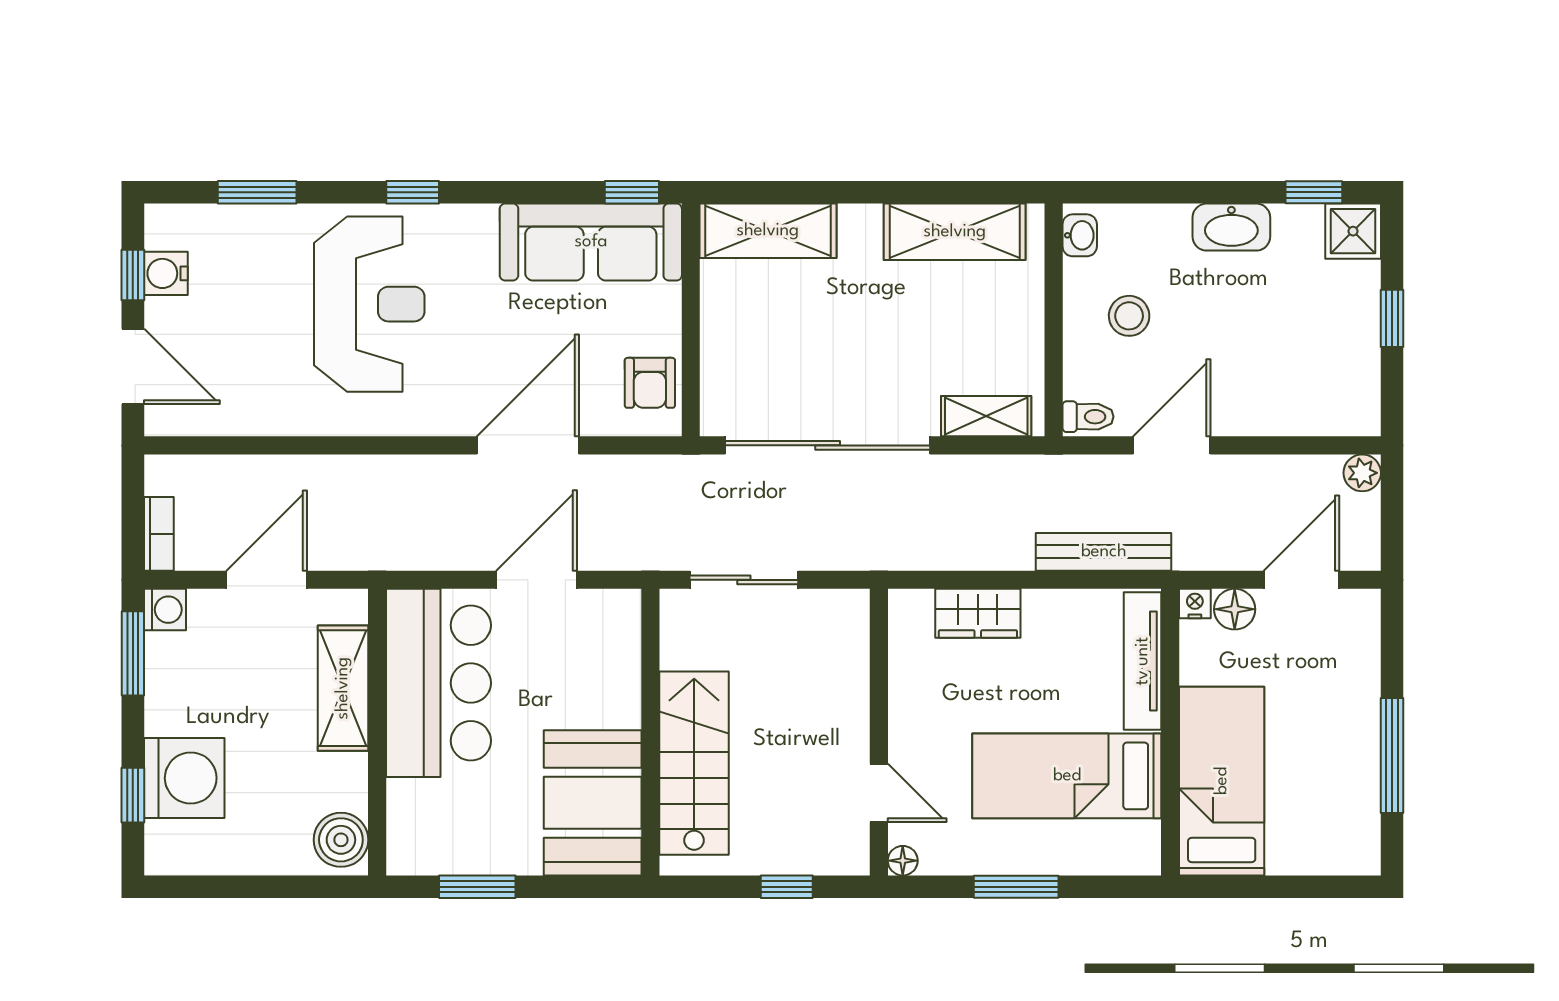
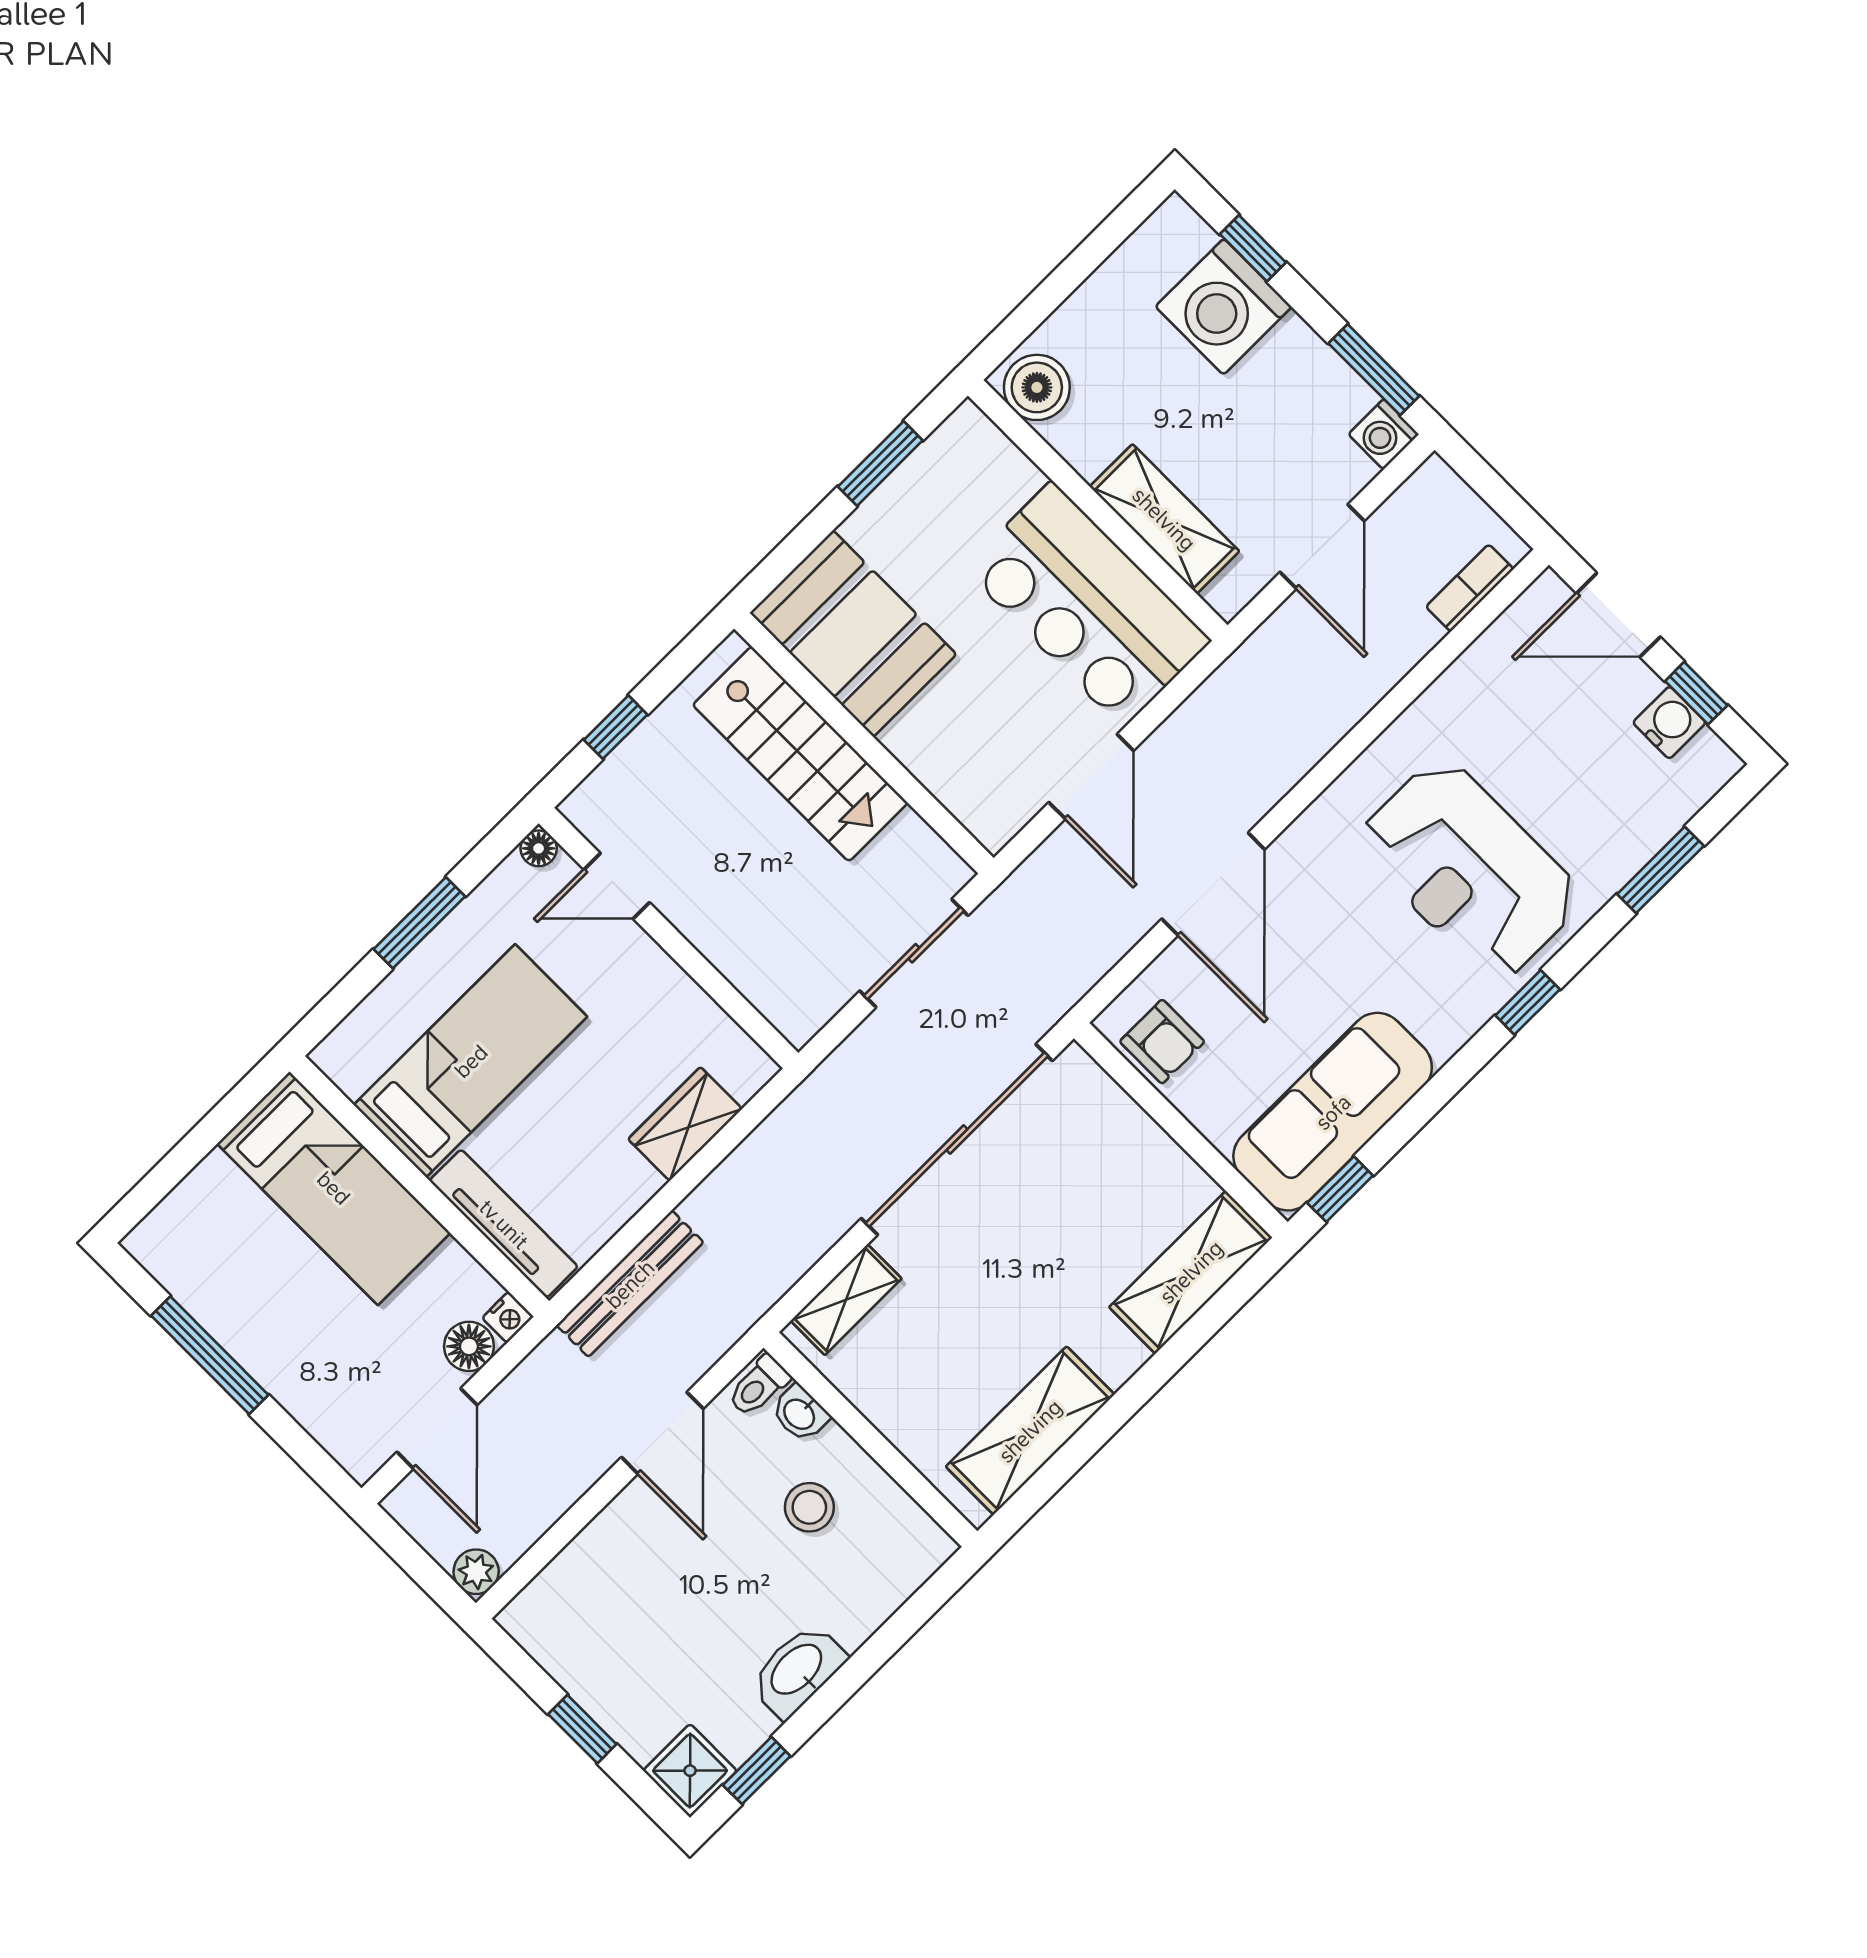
washbasin: (1080, 235) -> (800, 1413), moved
armchair: (650, 383) -> (1162, 1042), turned 180
bookcase: (159, 534) -> (1470, 588), moved, turned 90

